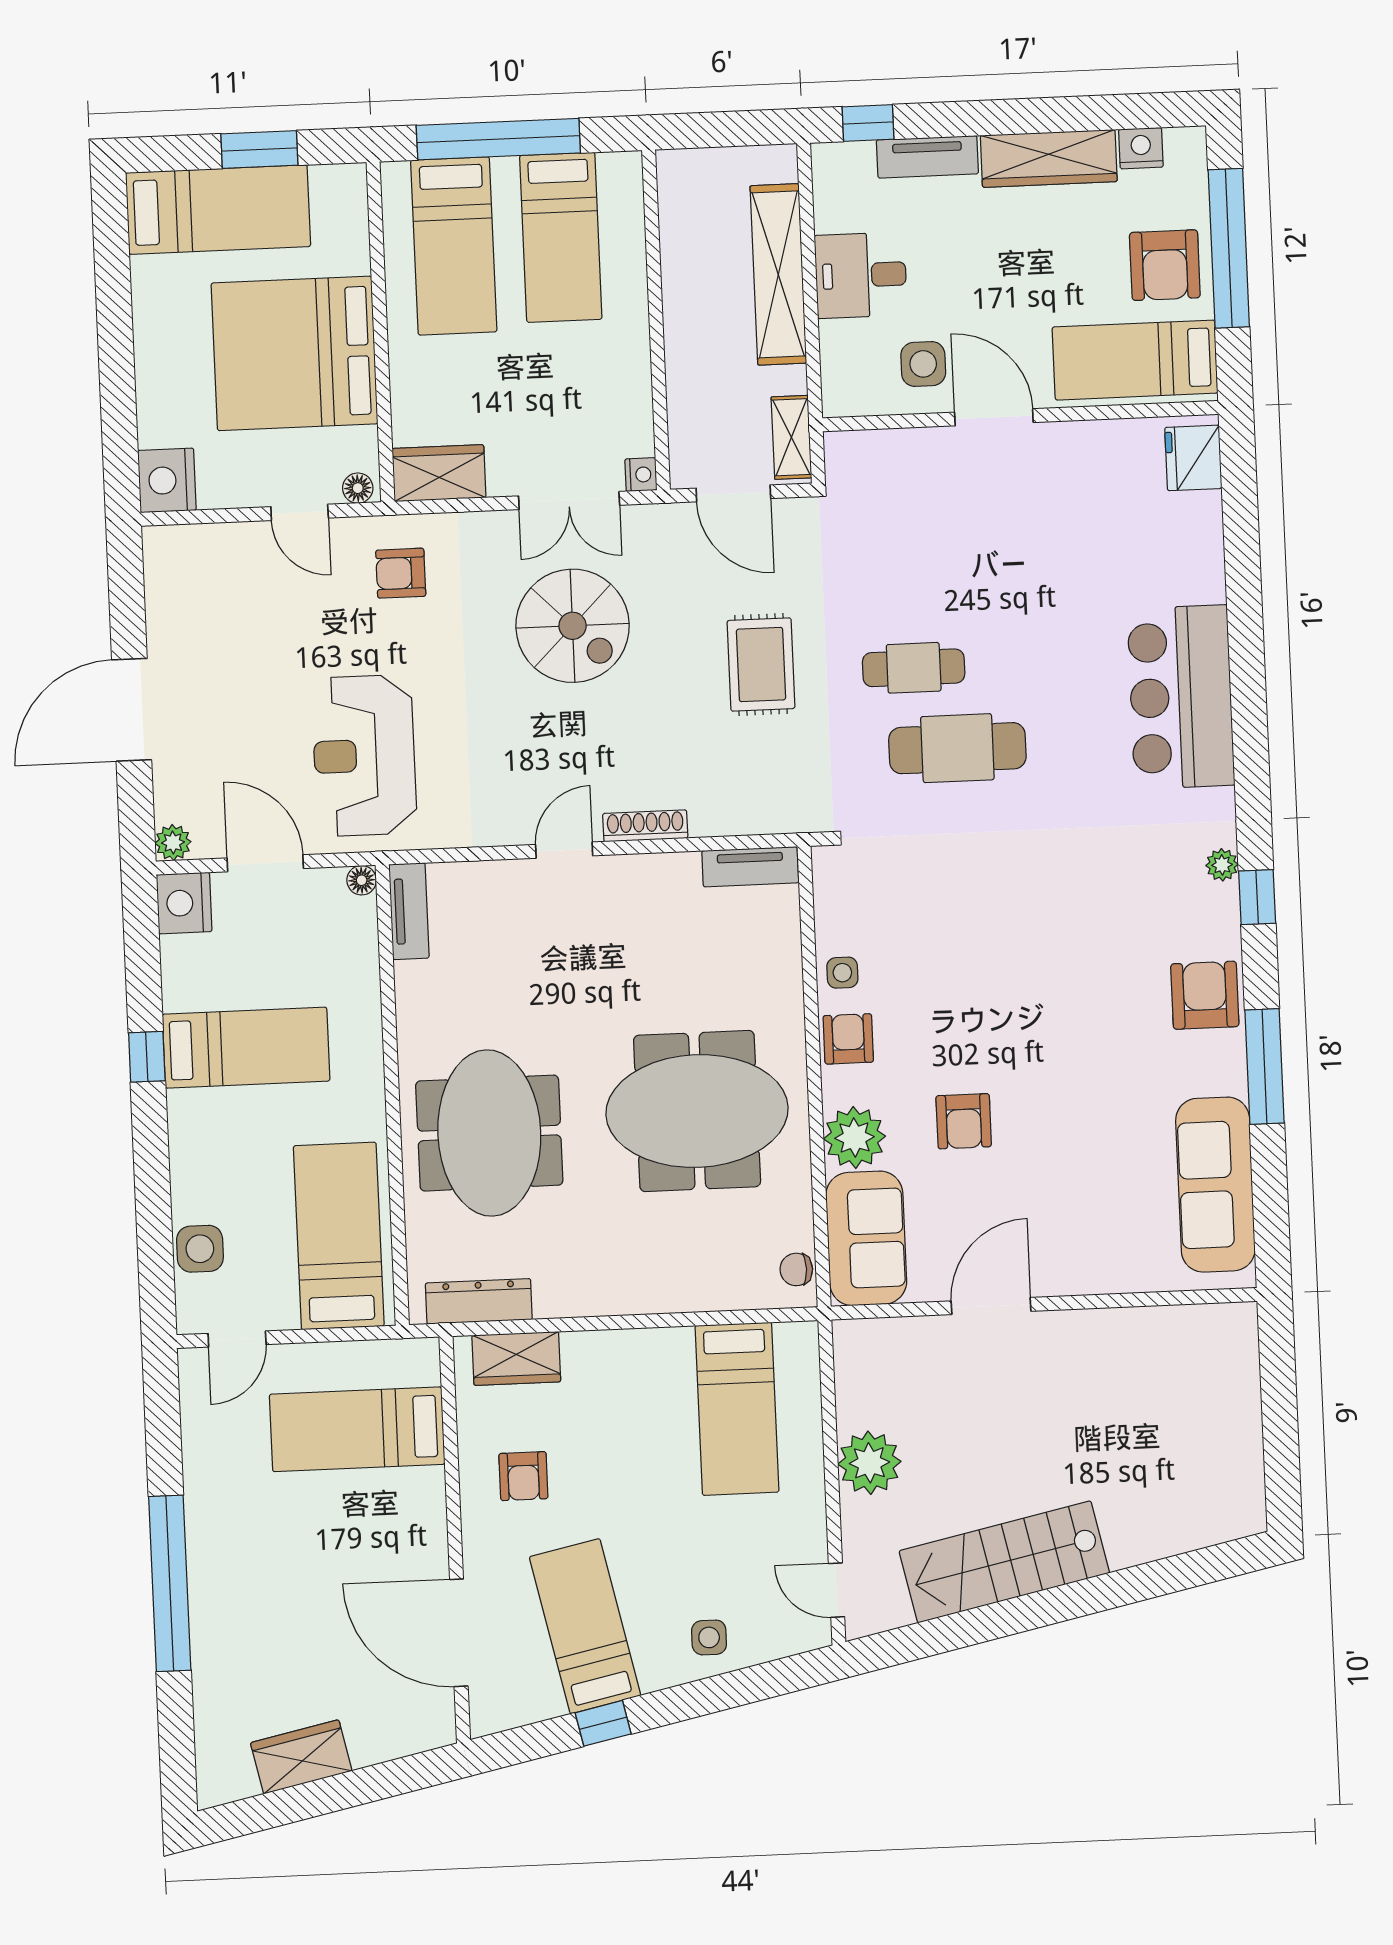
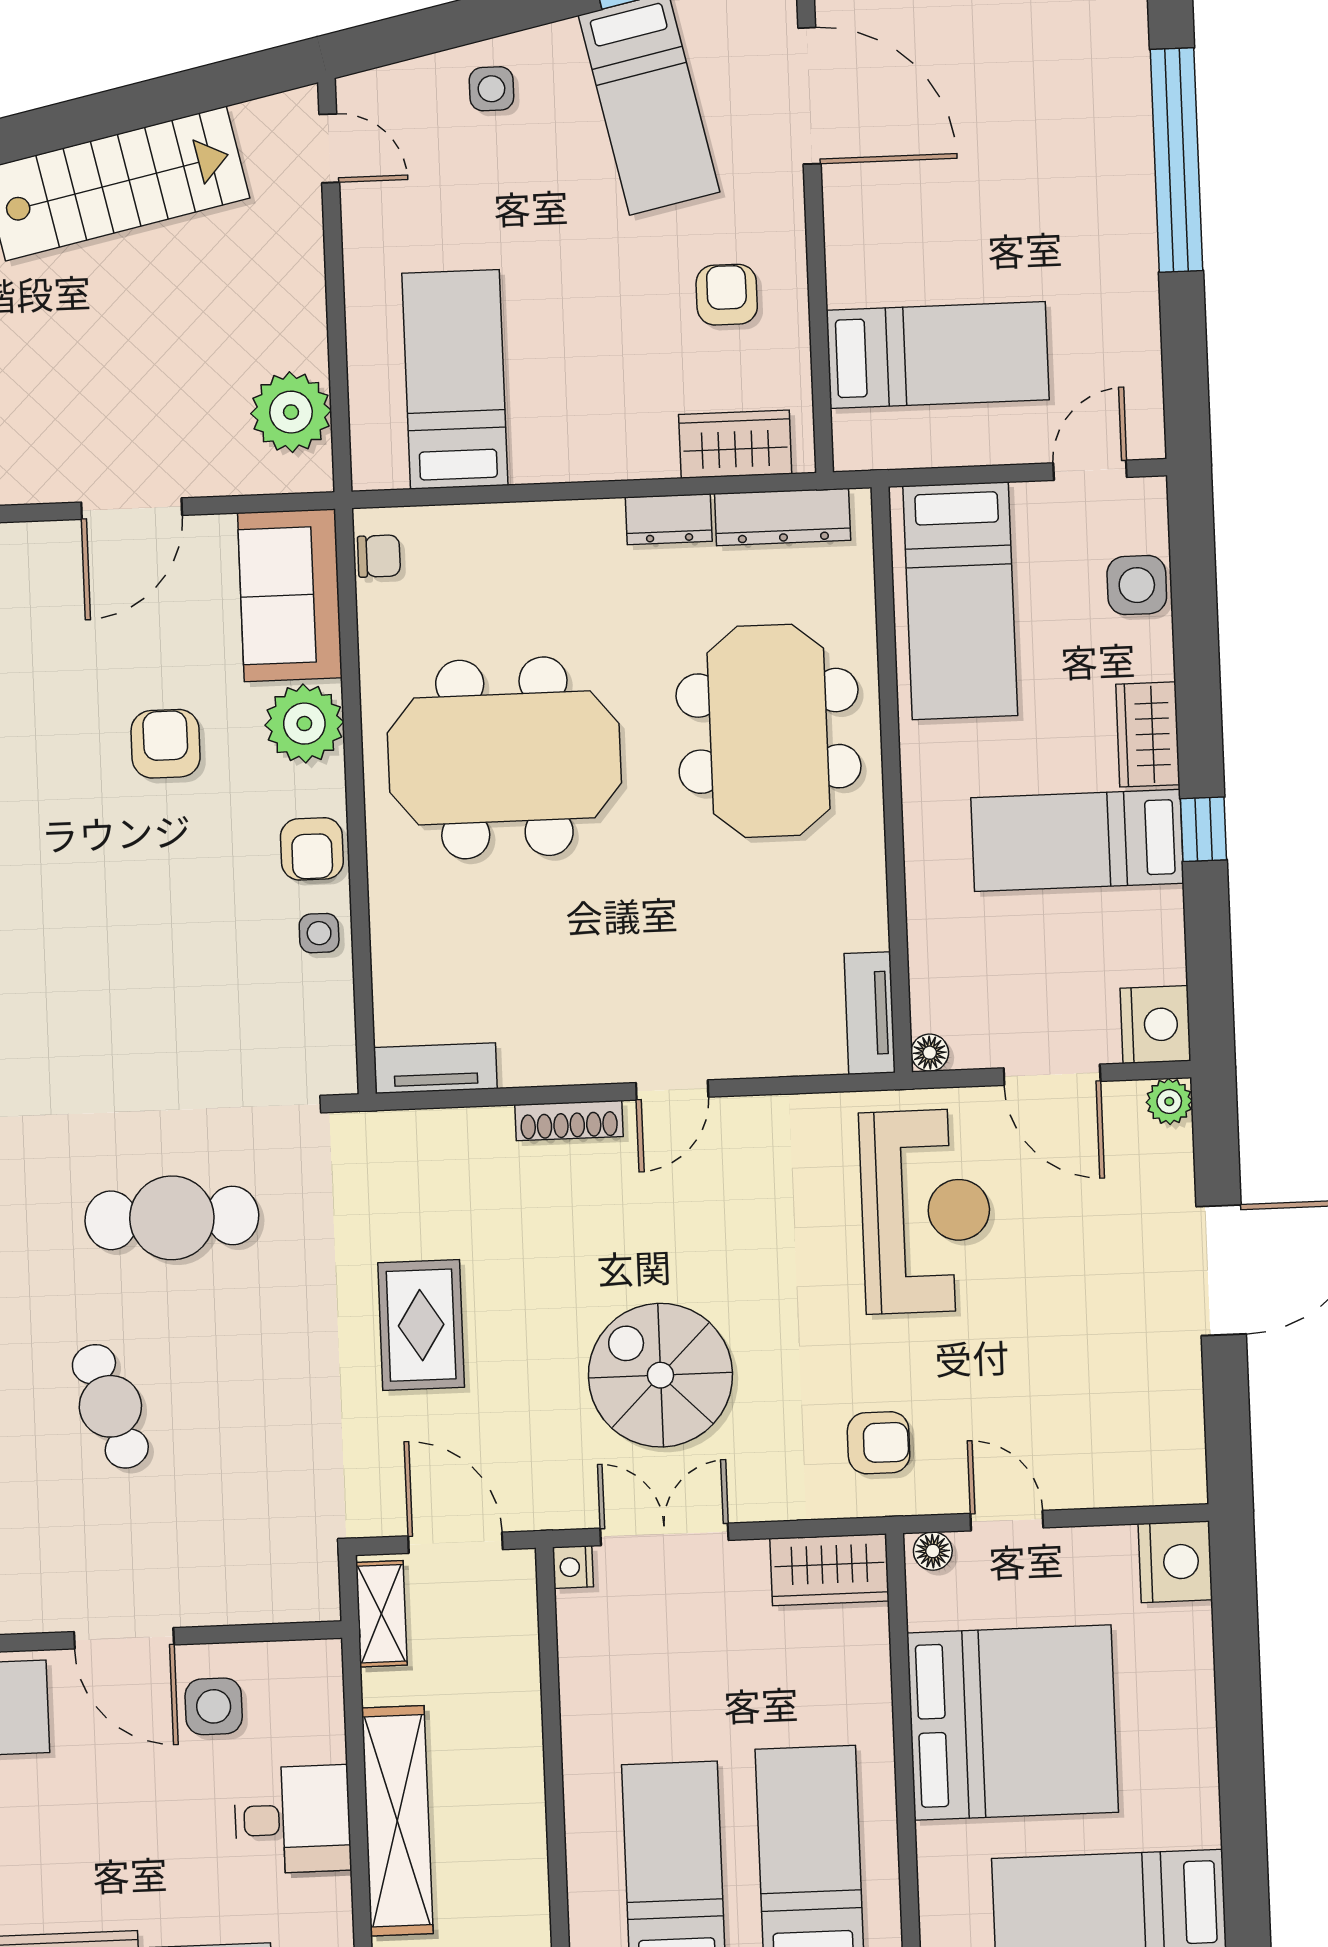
cafe table: (914, 668) -> (110, 1406), moved, turned 71
wardrobe: (191, 1131) -> (1148, 734), added
dresser: (568, 1299) -> (669, 519), added
plant: (869, 1463) -> (291, 412), moved

